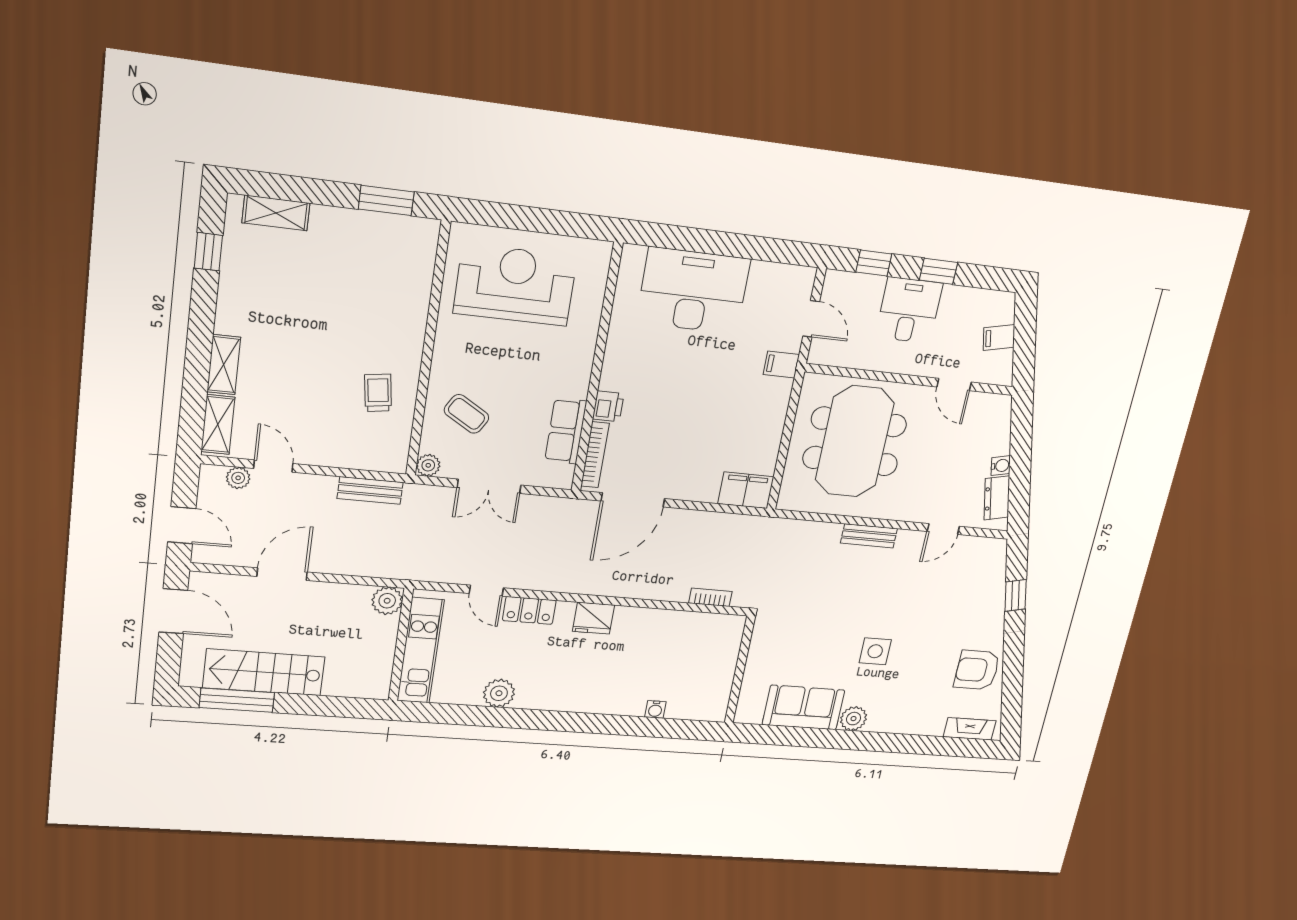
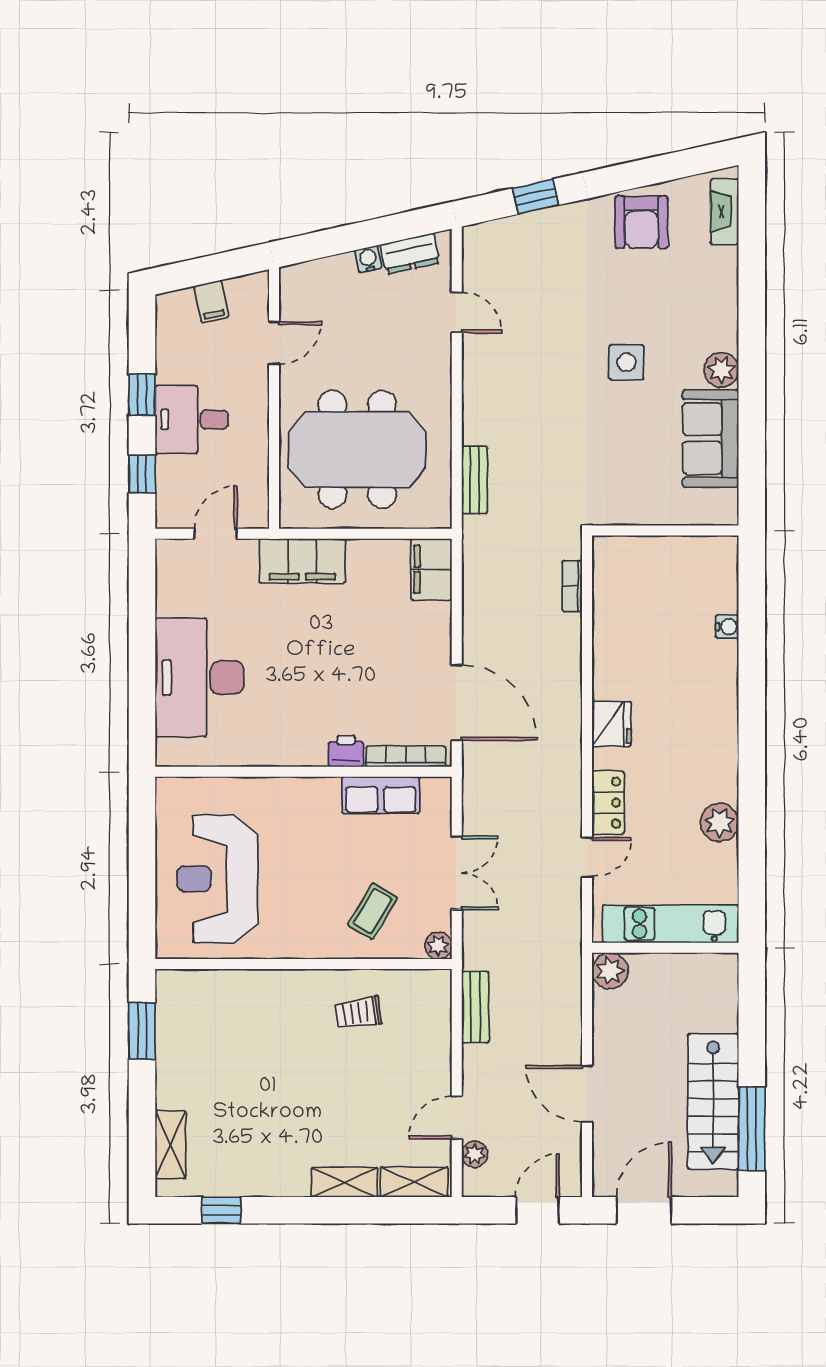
filing cabinet: (781, 365) -> (302, 561), width x3.00, depth x1.17
bench: (869, 536) -> (474, 480), moved

